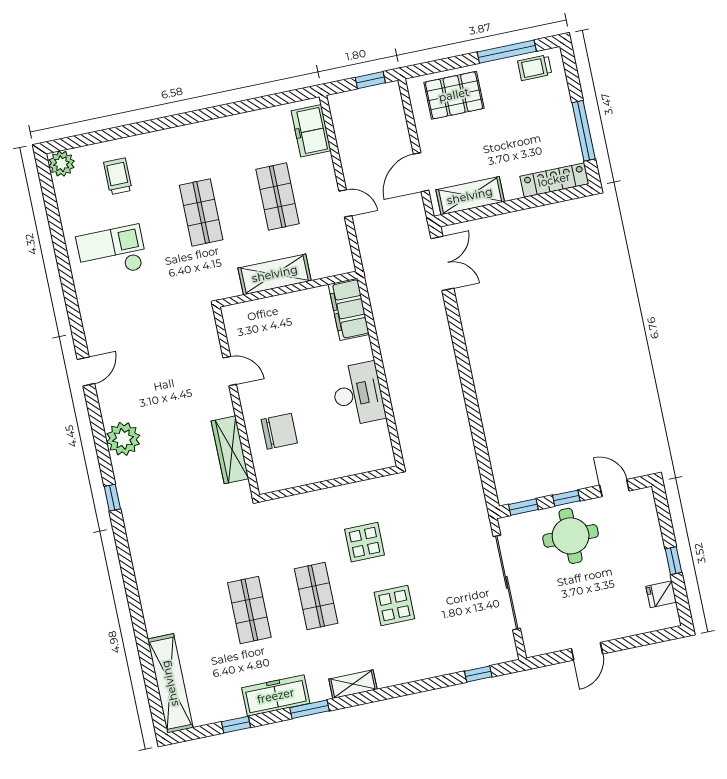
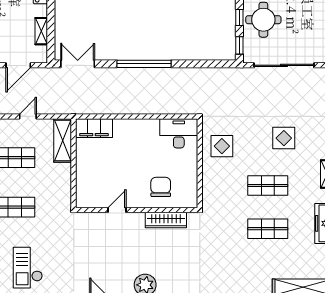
door: (421, 172) -> (18, 65), hinge flipped
shelving: (470, 196) -> (41, 31), width x0.67, depth x0.75
shelving: (275, 274) -> (63, 140), moved
window: (464, 366) -> (144, 64), added
desk: (358, 394) -> (179, 133), moved
display table: (364, 542) -> (222, 146), moved

